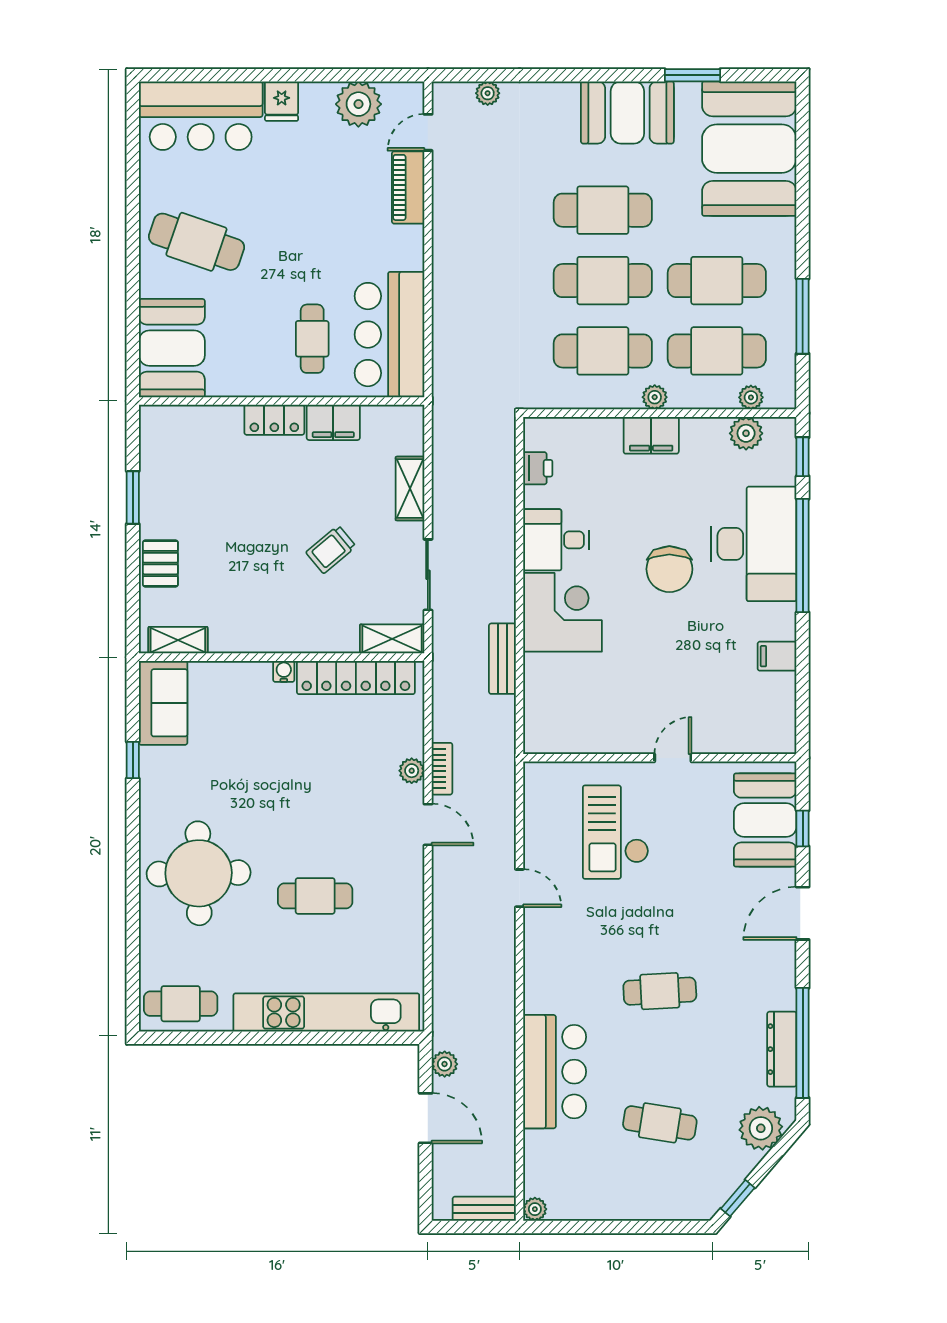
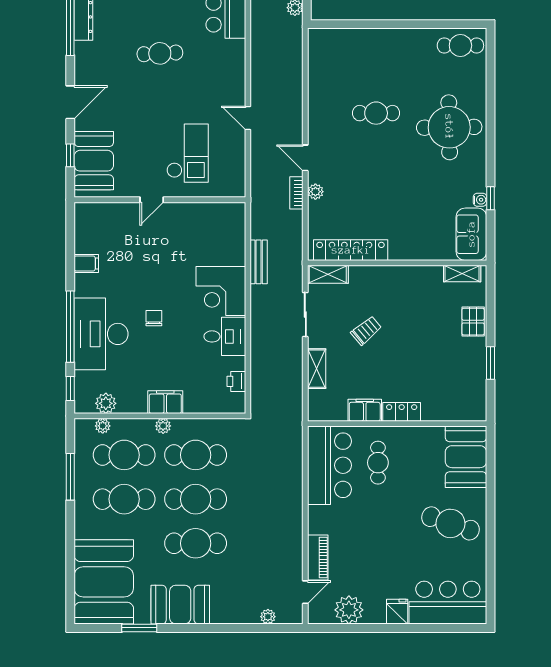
chair: (669, 569) -> (154, 318), width x0.54, depth x0.54
water cooler: (284, 671) -> (480, 200), moved, turned -90
kitchen unit: (326, 1012) -> (369, 40), removed

